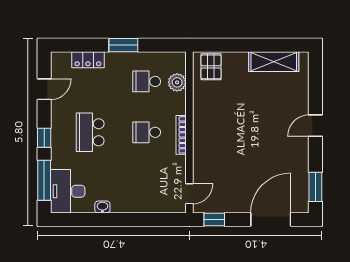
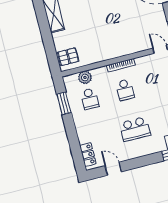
window: (123, 45) -> (64, 103), moved
locker: (88, 60) -> (88, 155), moved
window: (44, 138) -> (147, 160), removed

